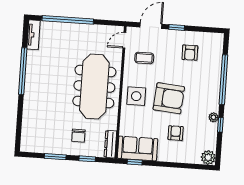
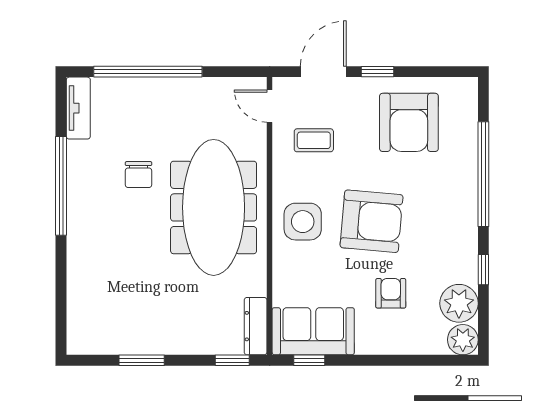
door: (124, 40) -> (270, 106), hinge flipped
armchair: (190, 53) -> (409, 122), width x1.88, depth x1.88
plant: (213, 117) -> (459, 303), moved, width x1.88, depth x1.88
chair: (78, 136) -> (138, 175), moved
window: (87, 159) -> (232, 360), moved

